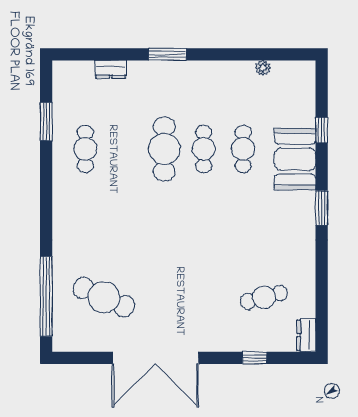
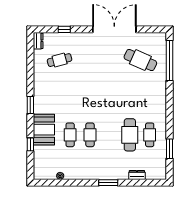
cafe table: (164, 149) -> (130, 135), moved

